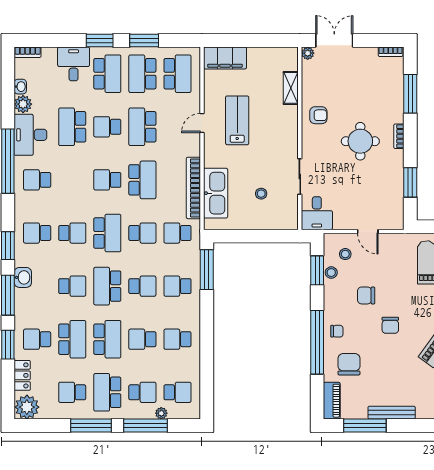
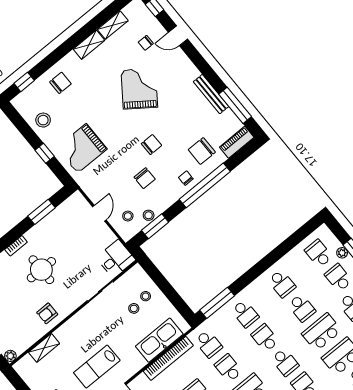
armchair: (318, 115) -> (47, 313), turned -90
stool: (263, 212) -> (146, 296), added
school desk: (107, 286) -> (285, 362), width x0.54

